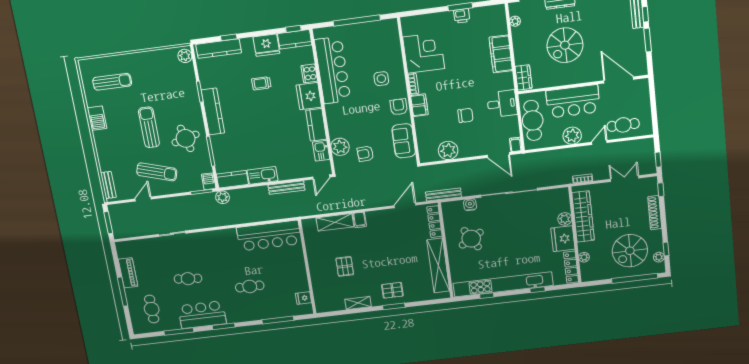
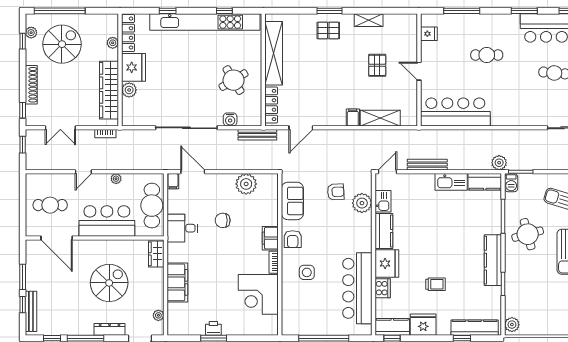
cafe table: (623, 125) -> (50, 205), moved
plant: (572, 136) -> (116, 179), width x0.53, depth x0.53
door: (307, 266) -> (419, 71), added

